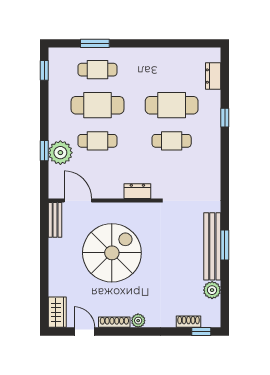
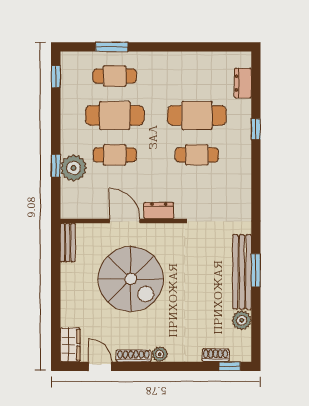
door: (78, 201) -> (125, 221), moved
spiral stairs: (112, 253) -> (131, 279), turned 90

